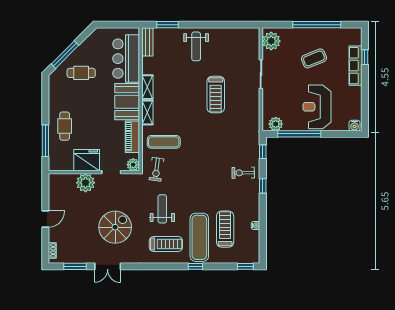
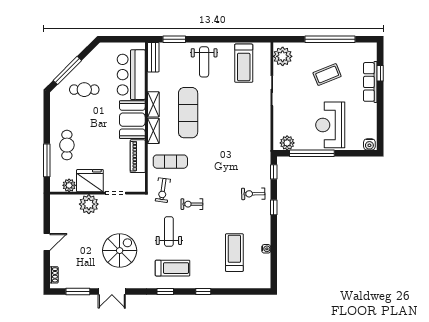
treadmill: (216, 95) -> (244, 63), moved
plant: (133, 165) -> (69, 185), moved
exercise bike: (184, 183) -> (192, 204), added
exercise mat: (199, 237) -> (188, 113), moved
window: (245, 266) -> (165, 291), moved

